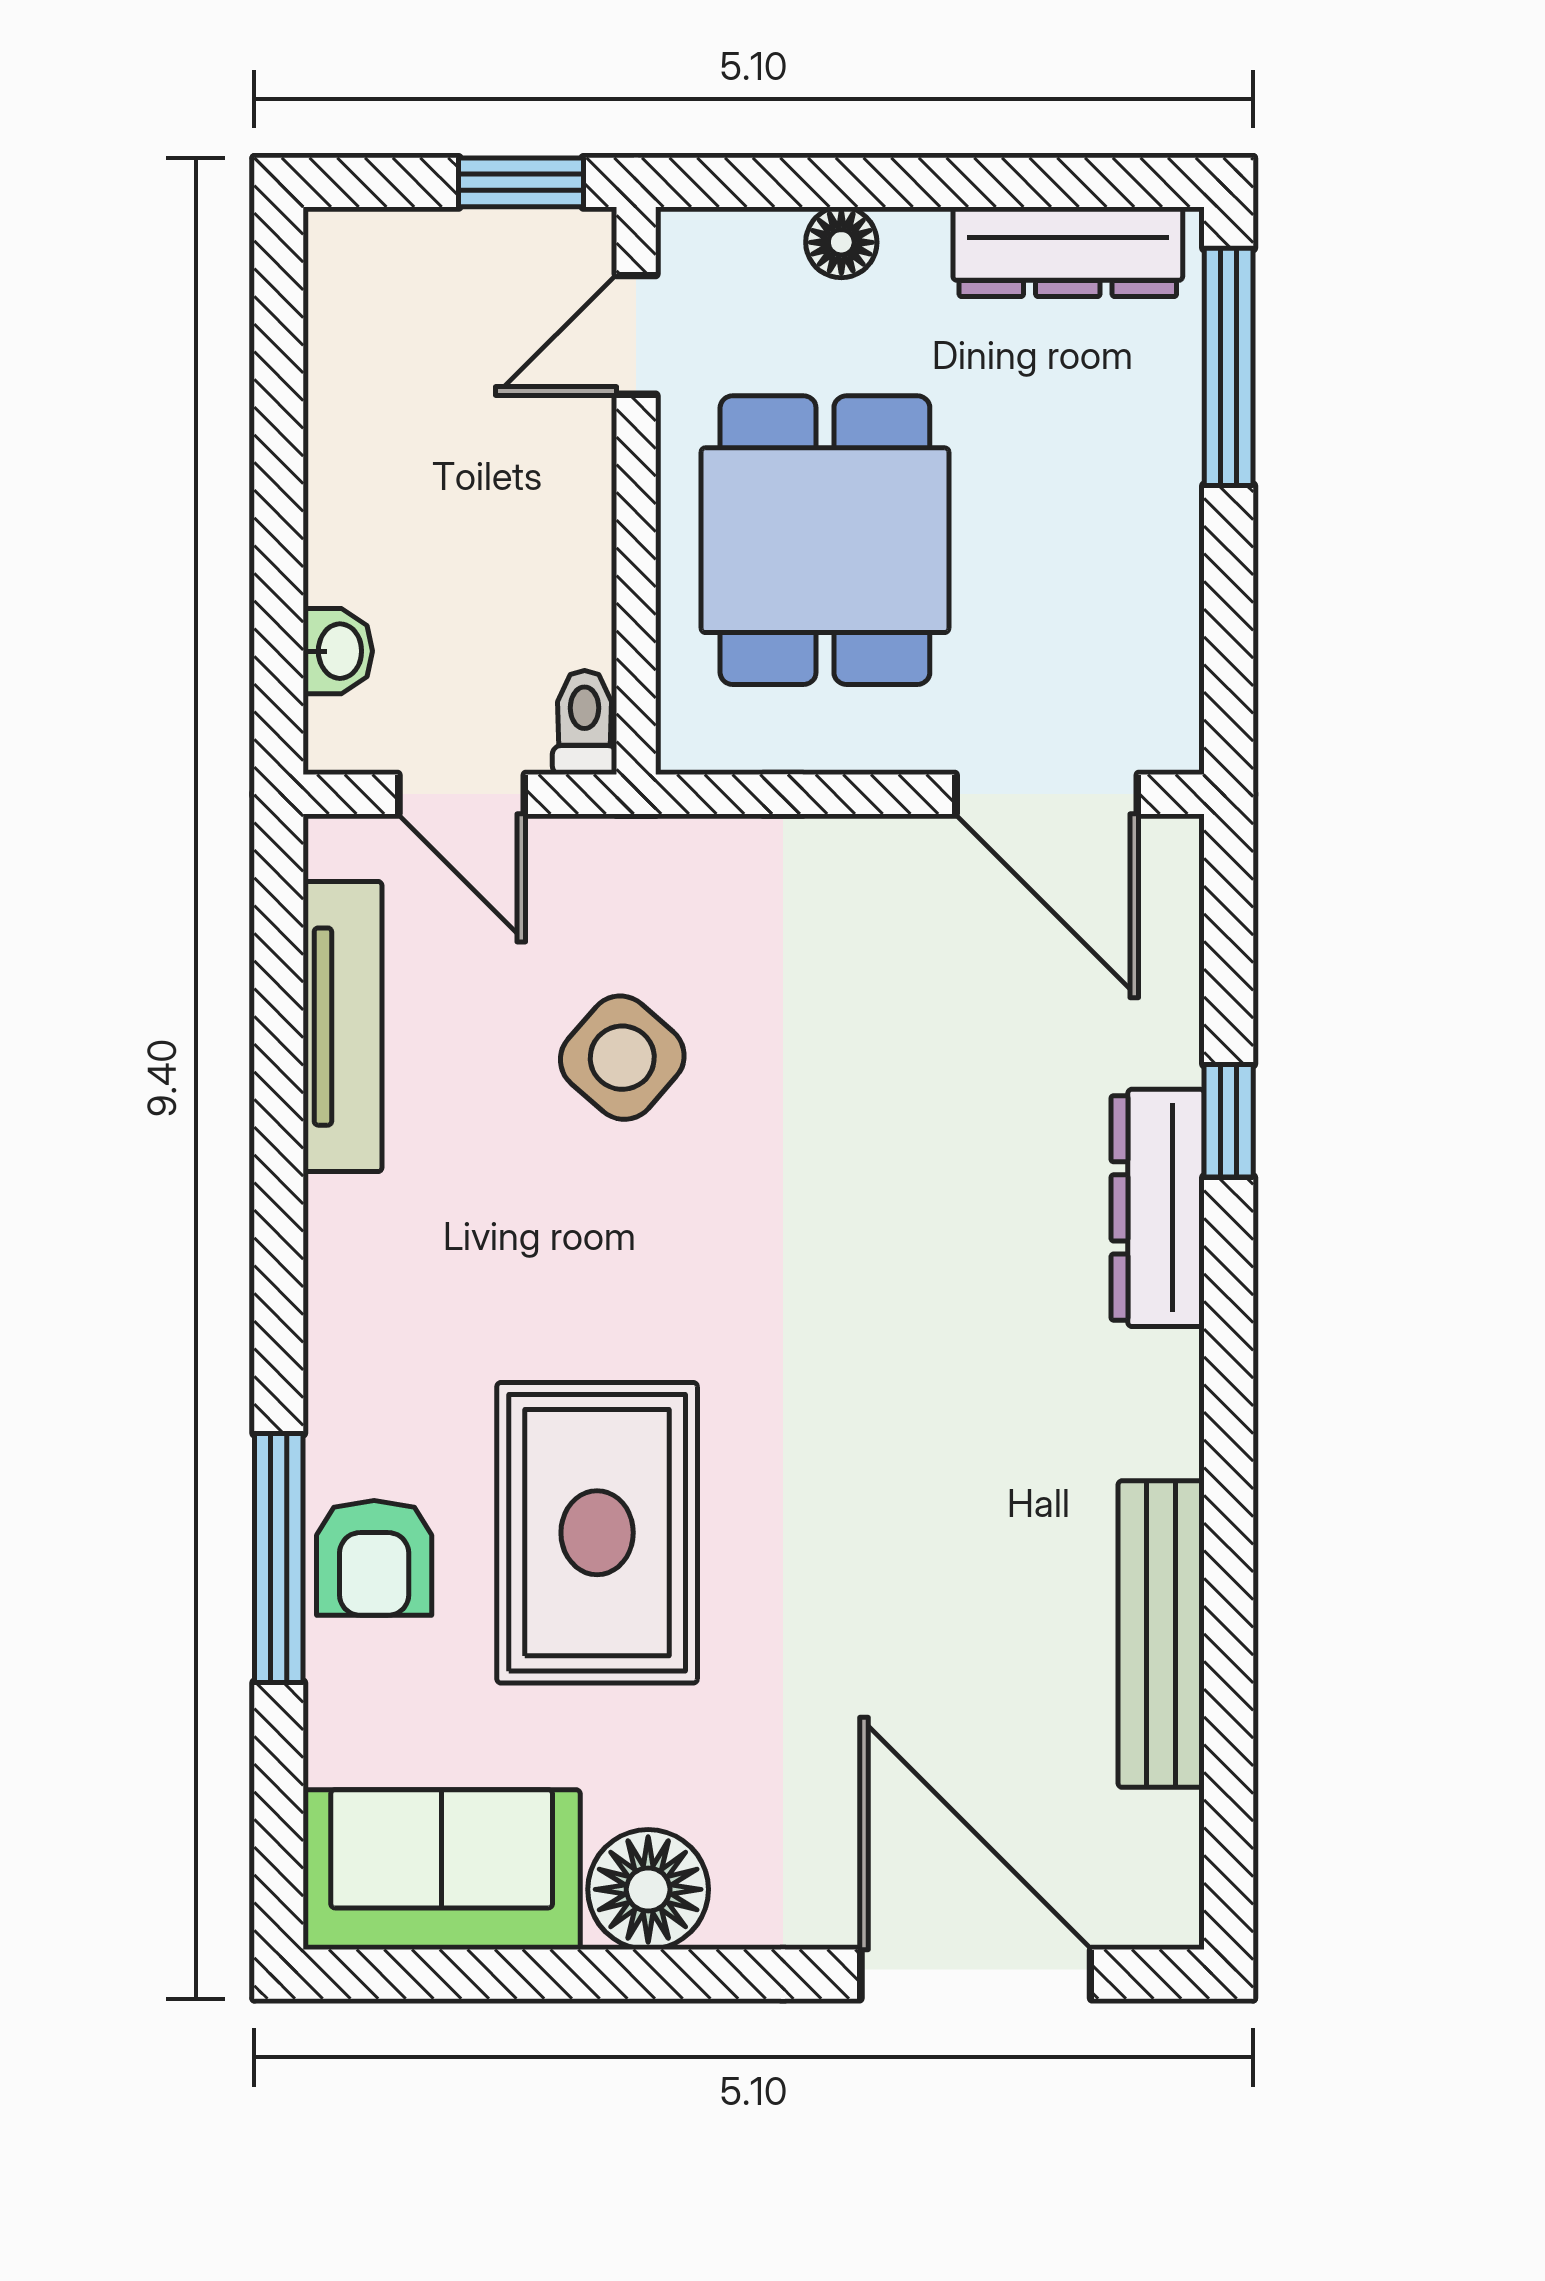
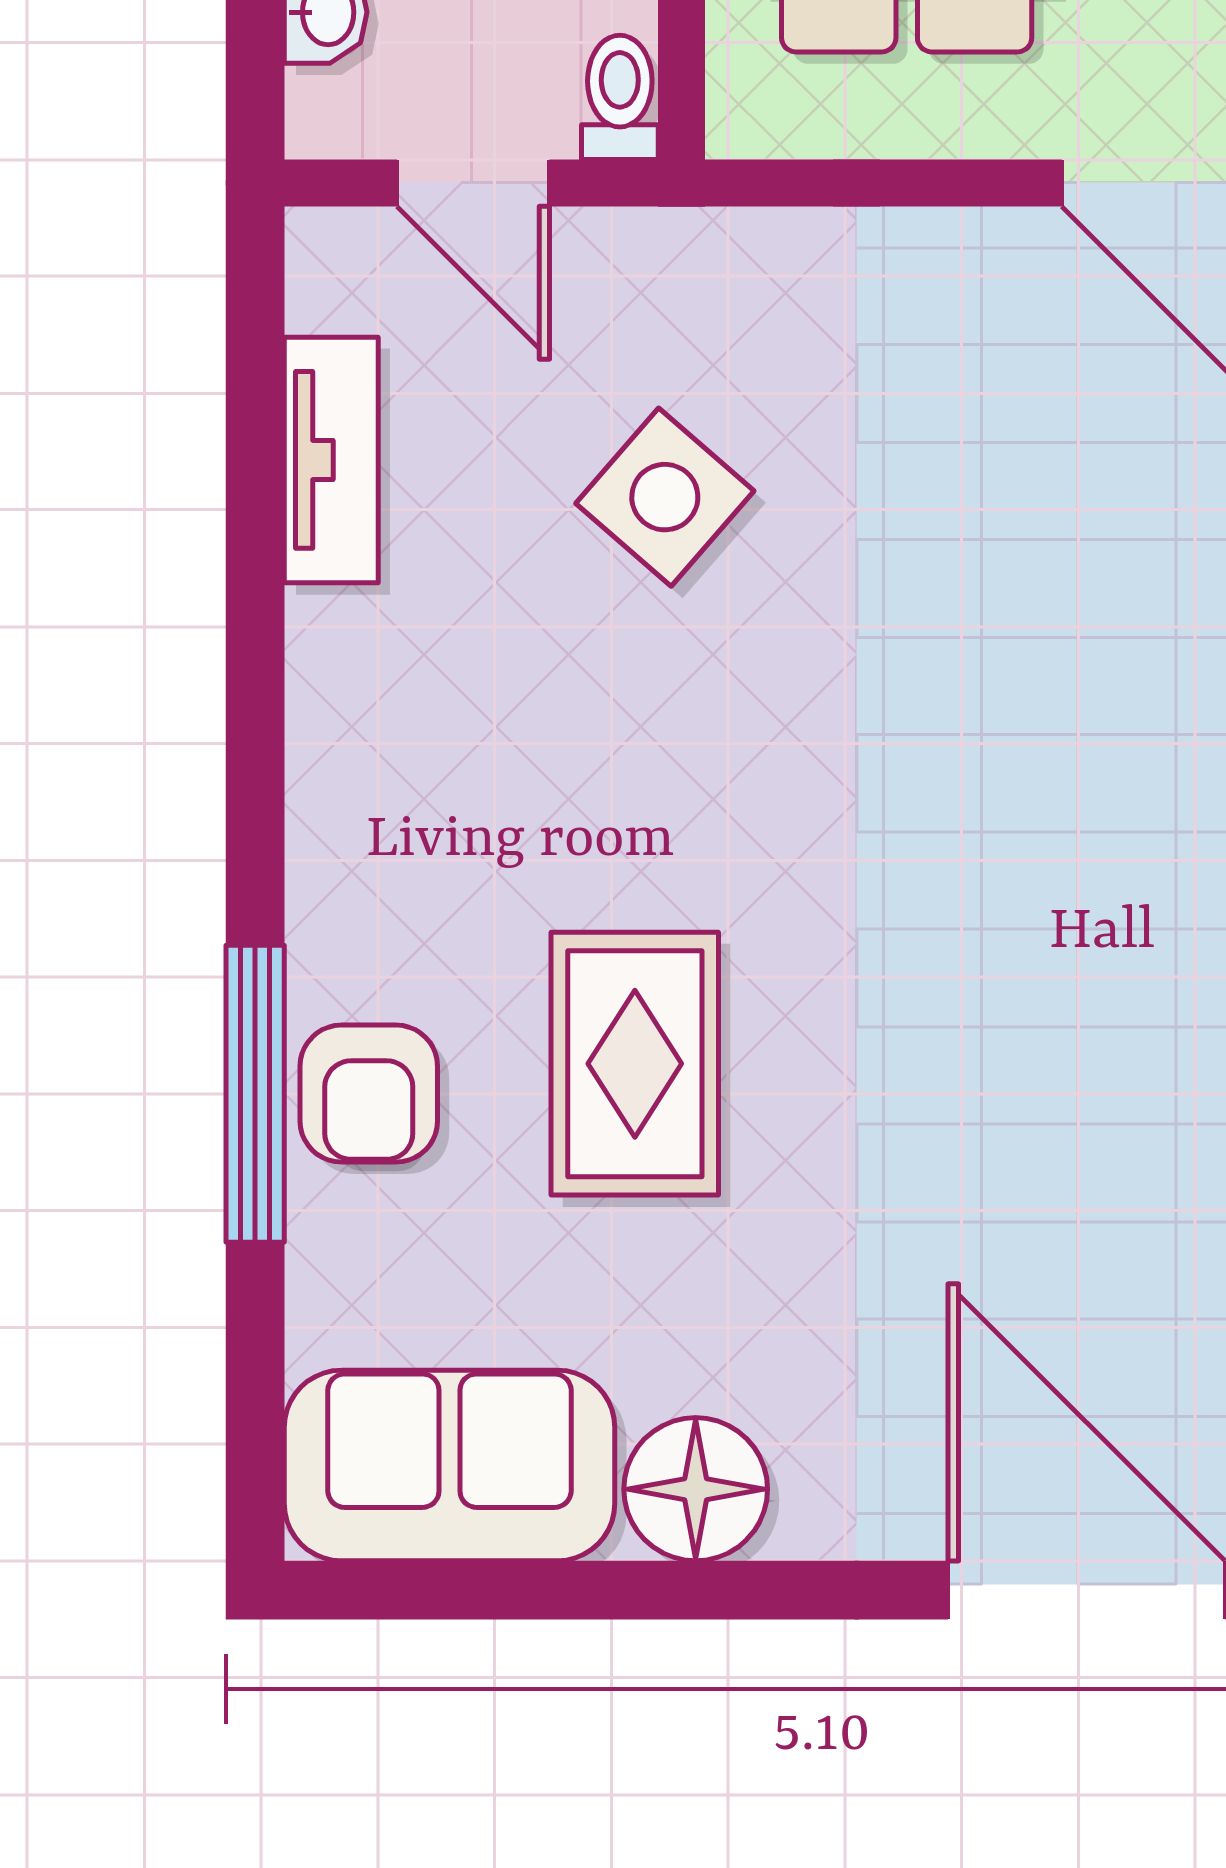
tv unit: (343, 1027) -> (331, 460), width x0.71
rug: (597, 1533) -> (635, 1064), width x0.73, depth x0.70

